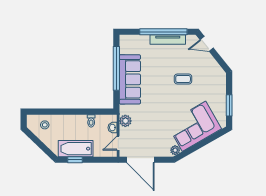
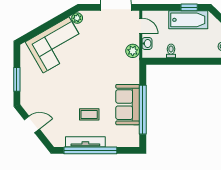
door: (207, 44) -> (32, 124), moved
sofa: (130, 79) -> (128, 105), width x0.73
coffee table: (183, 79) -> (89, 114), moved
window: (229, 105) -> (17, 79), moved
door: (118, 143) -> (141, 26), hinge flipped

